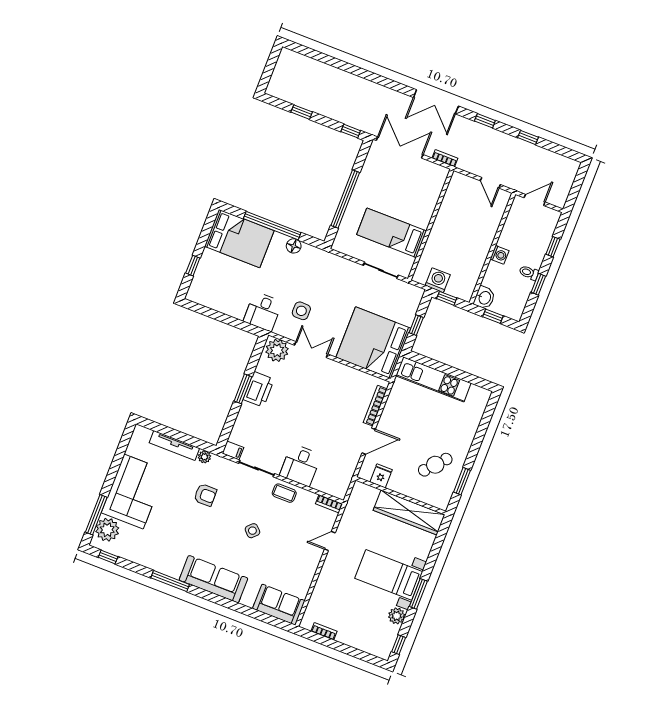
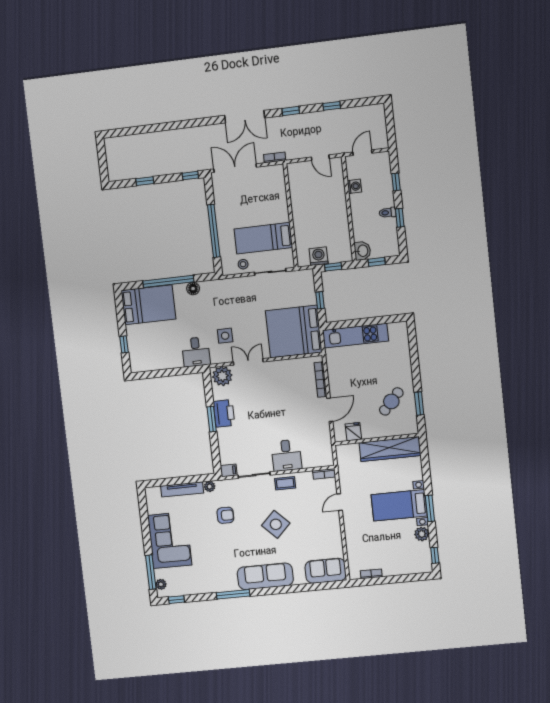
stool: (357, 248) -> (243, 264), added
washing machine: (499, 255) -> (354, 186), moved
plant: (107, 530) -> (161, 584), width x0.53, depth x0.53
side table: (252, 531) -> (276, 524), width x1.87, depth x1.87

